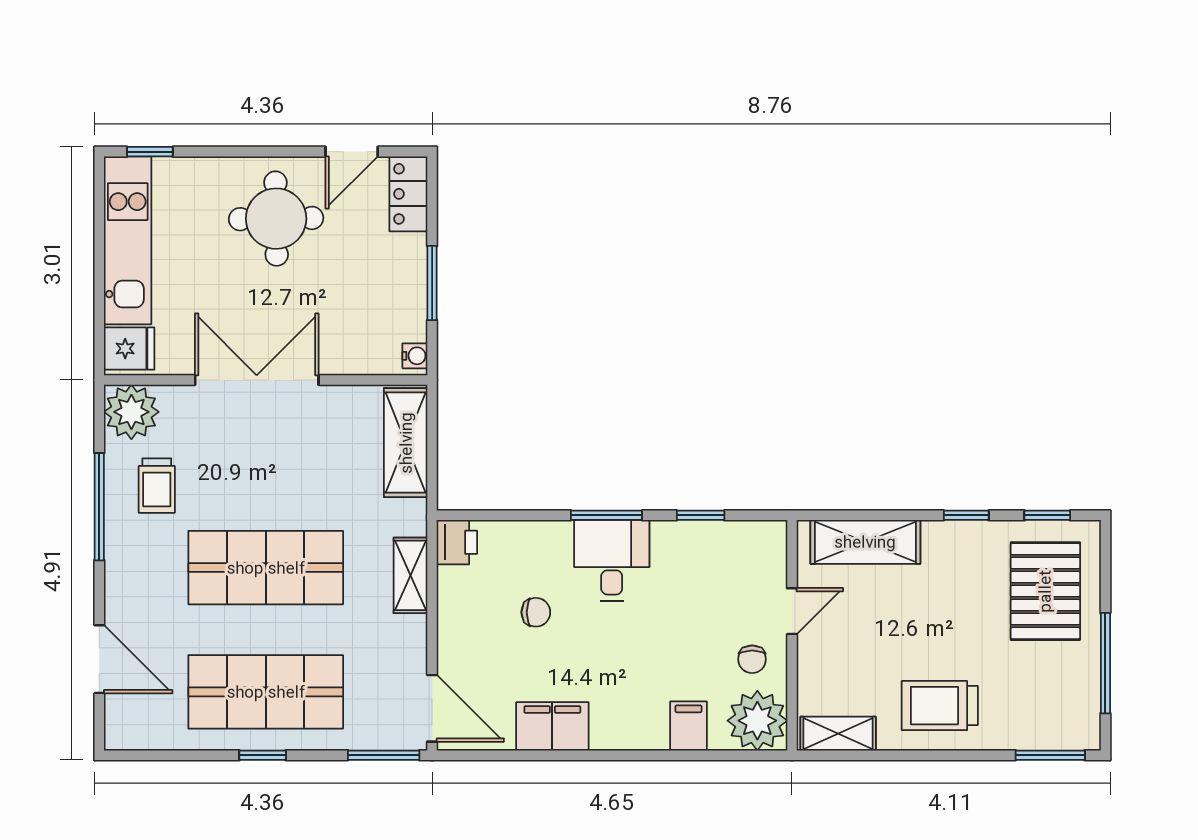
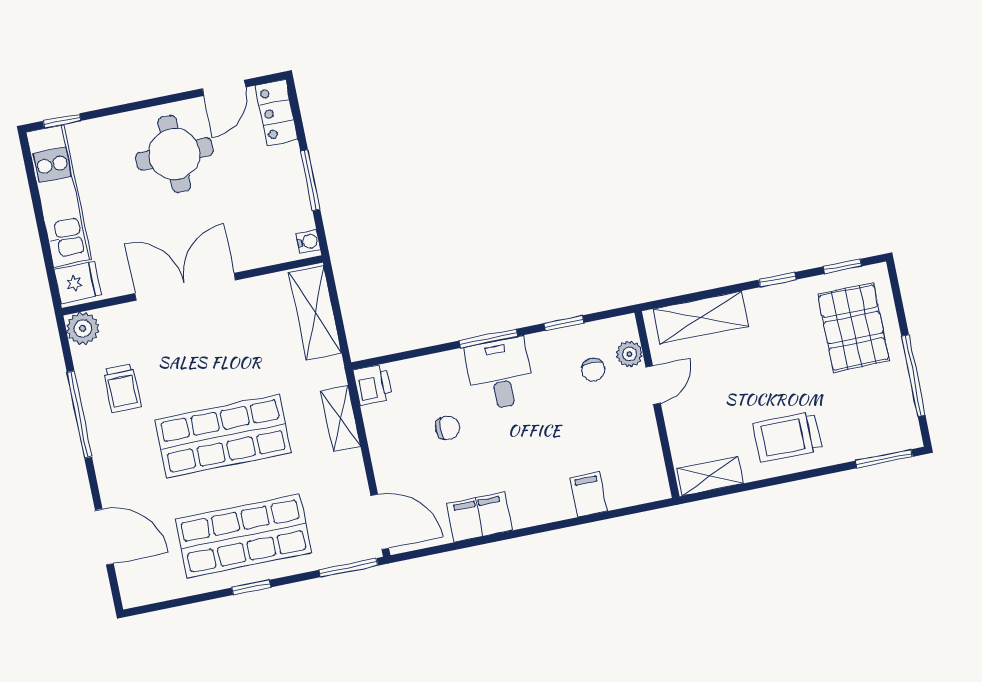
plant: (131, 412) -> (83, 328), width x0.73, depth x0.73
chair: (752, 659) -> (593, 370), moved
plant: (757, 721) -> (629, 354), moved, width x0.53, depth x0.53

